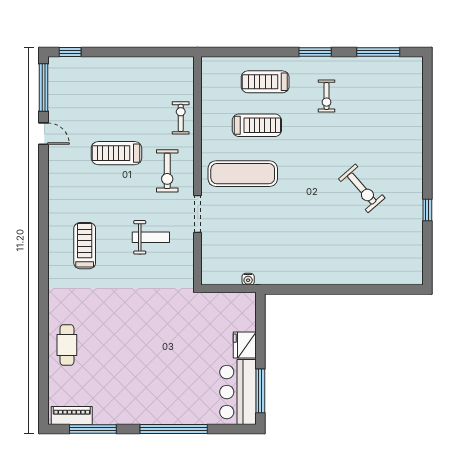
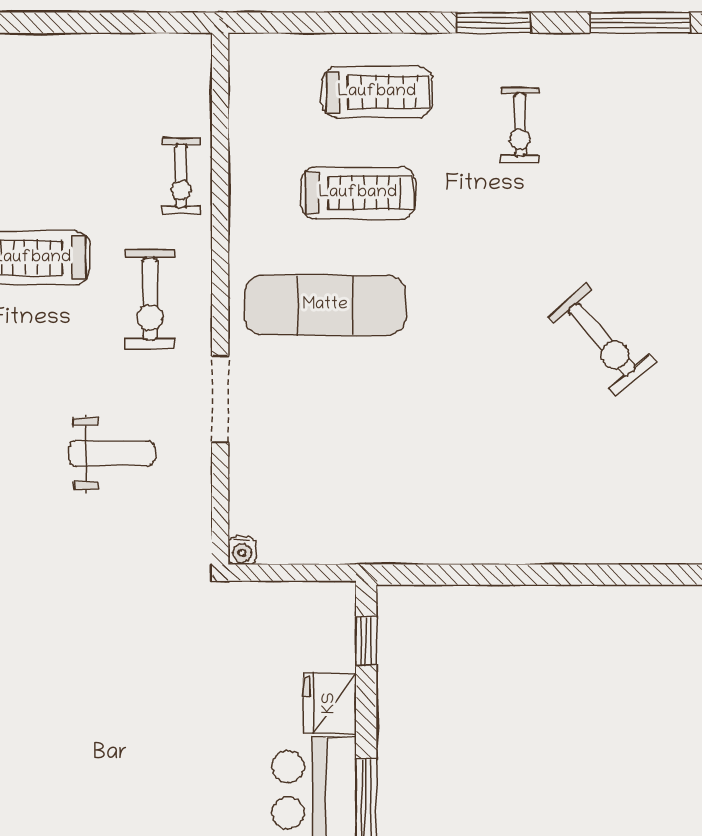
treadmill: (265, 82) -> (377, 92), turned 180
exercise bike: (181, 118) -> (181, 176), turned 180
water cooler: (248, 279) -> (242, 551), moved
window: (260, 318) -> (366, 641), added

